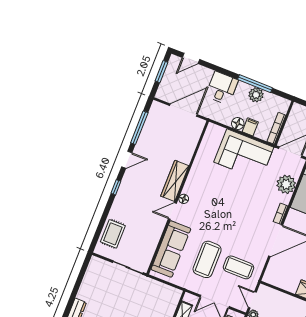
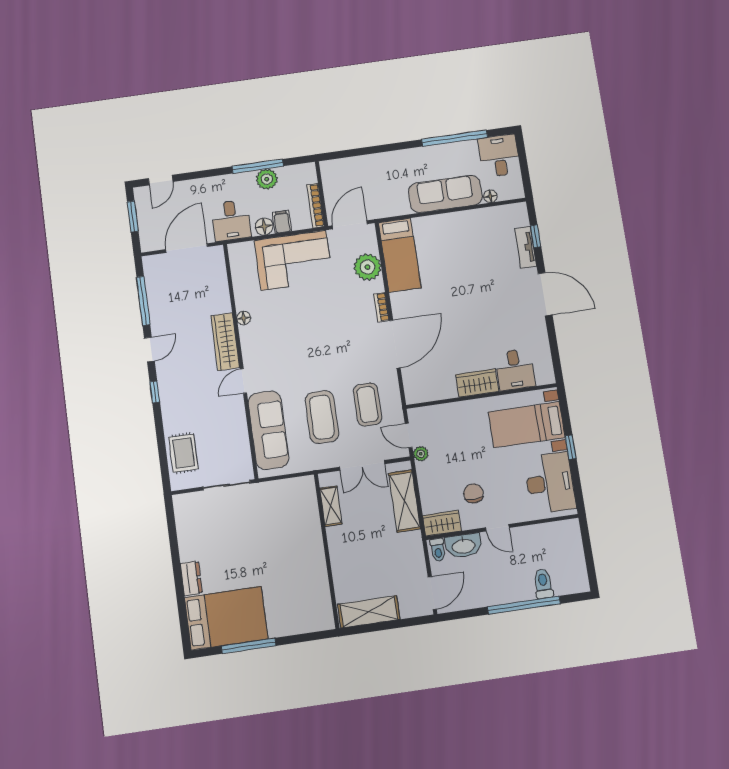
desk: (222, 88) -> (231, 220), moved, turned 180
floor lamp: (184, 199) -> (244, 318), moved
coffee table: (239, 267) -> (368, 404), turned 90

